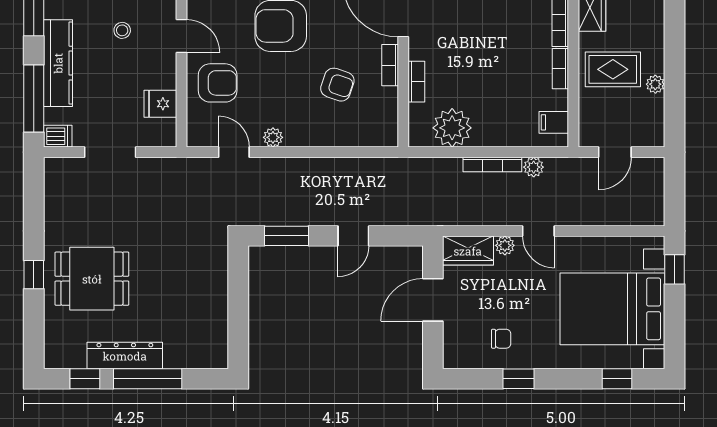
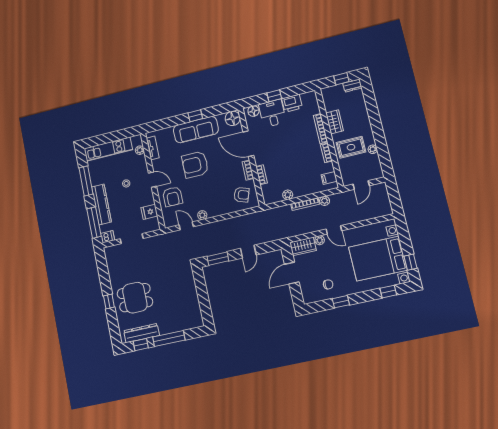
armchair: (218, 83) -> (173, 197), turned 90
armchair: (337, 85) -> (242, 195), moved
plant: (452, 128) -> (288, 195), width x0.53, depth x0.53
window: (674, 269) -> (410, 262), moved
dresser: (125, 356) -> (141, 333), moved

